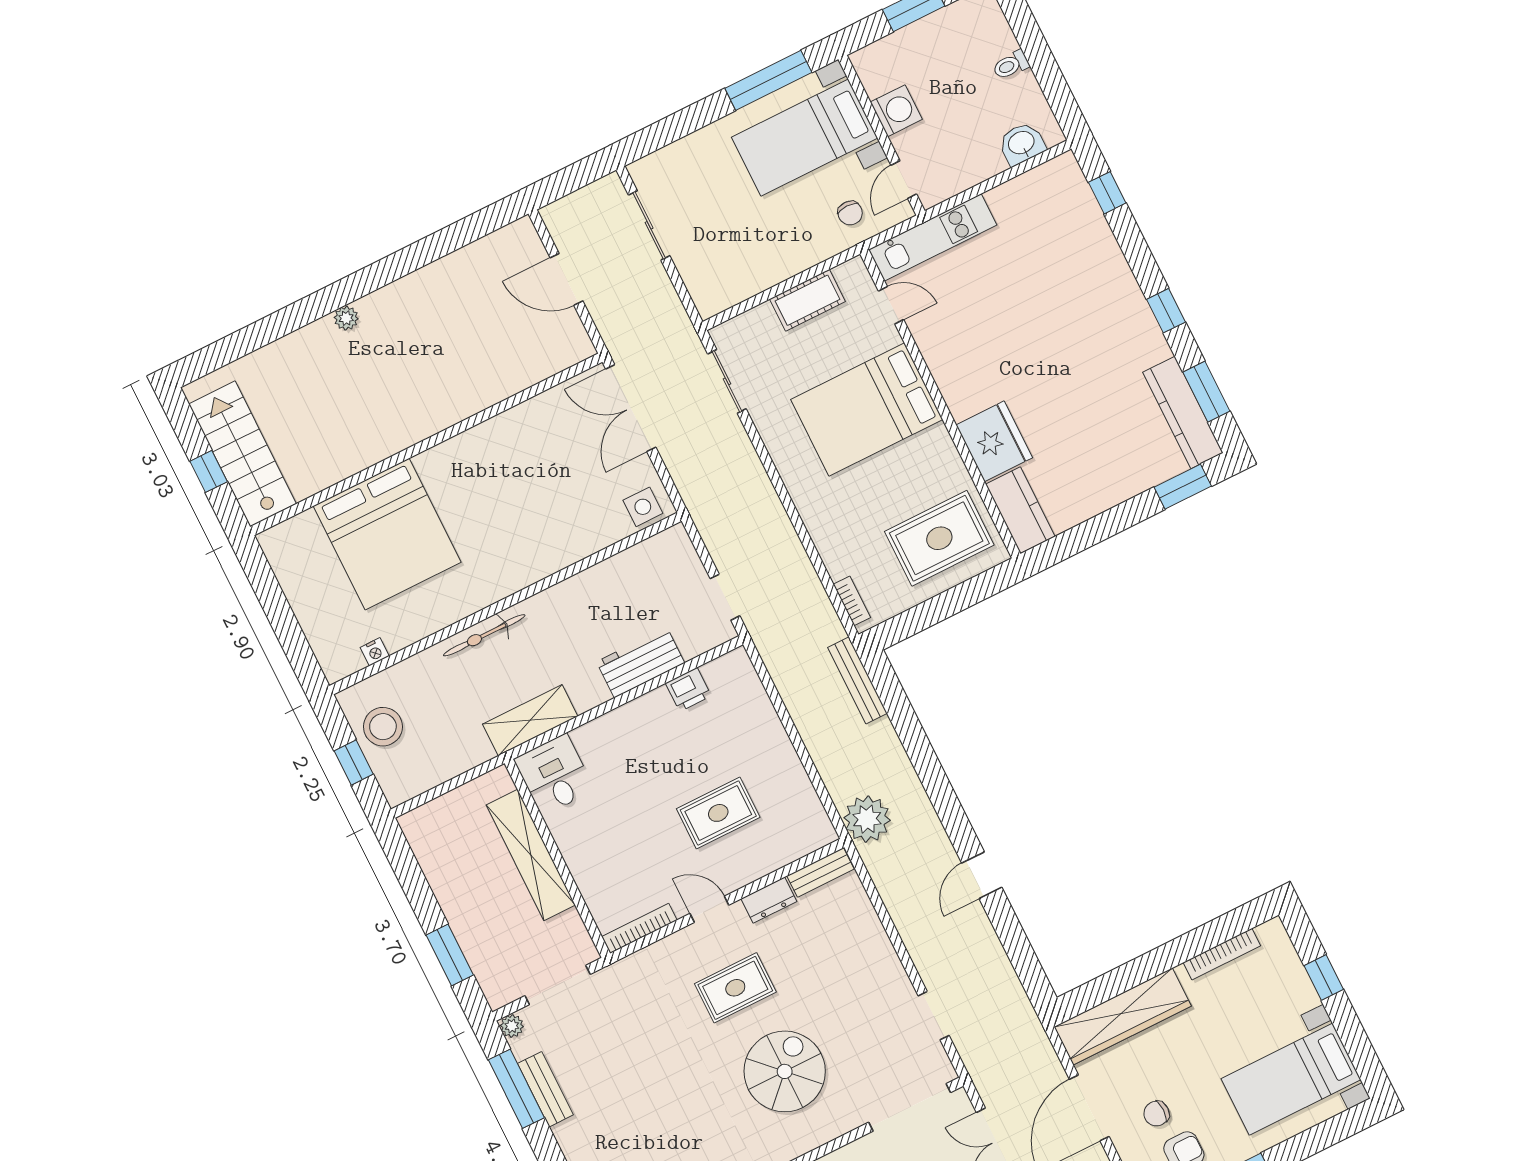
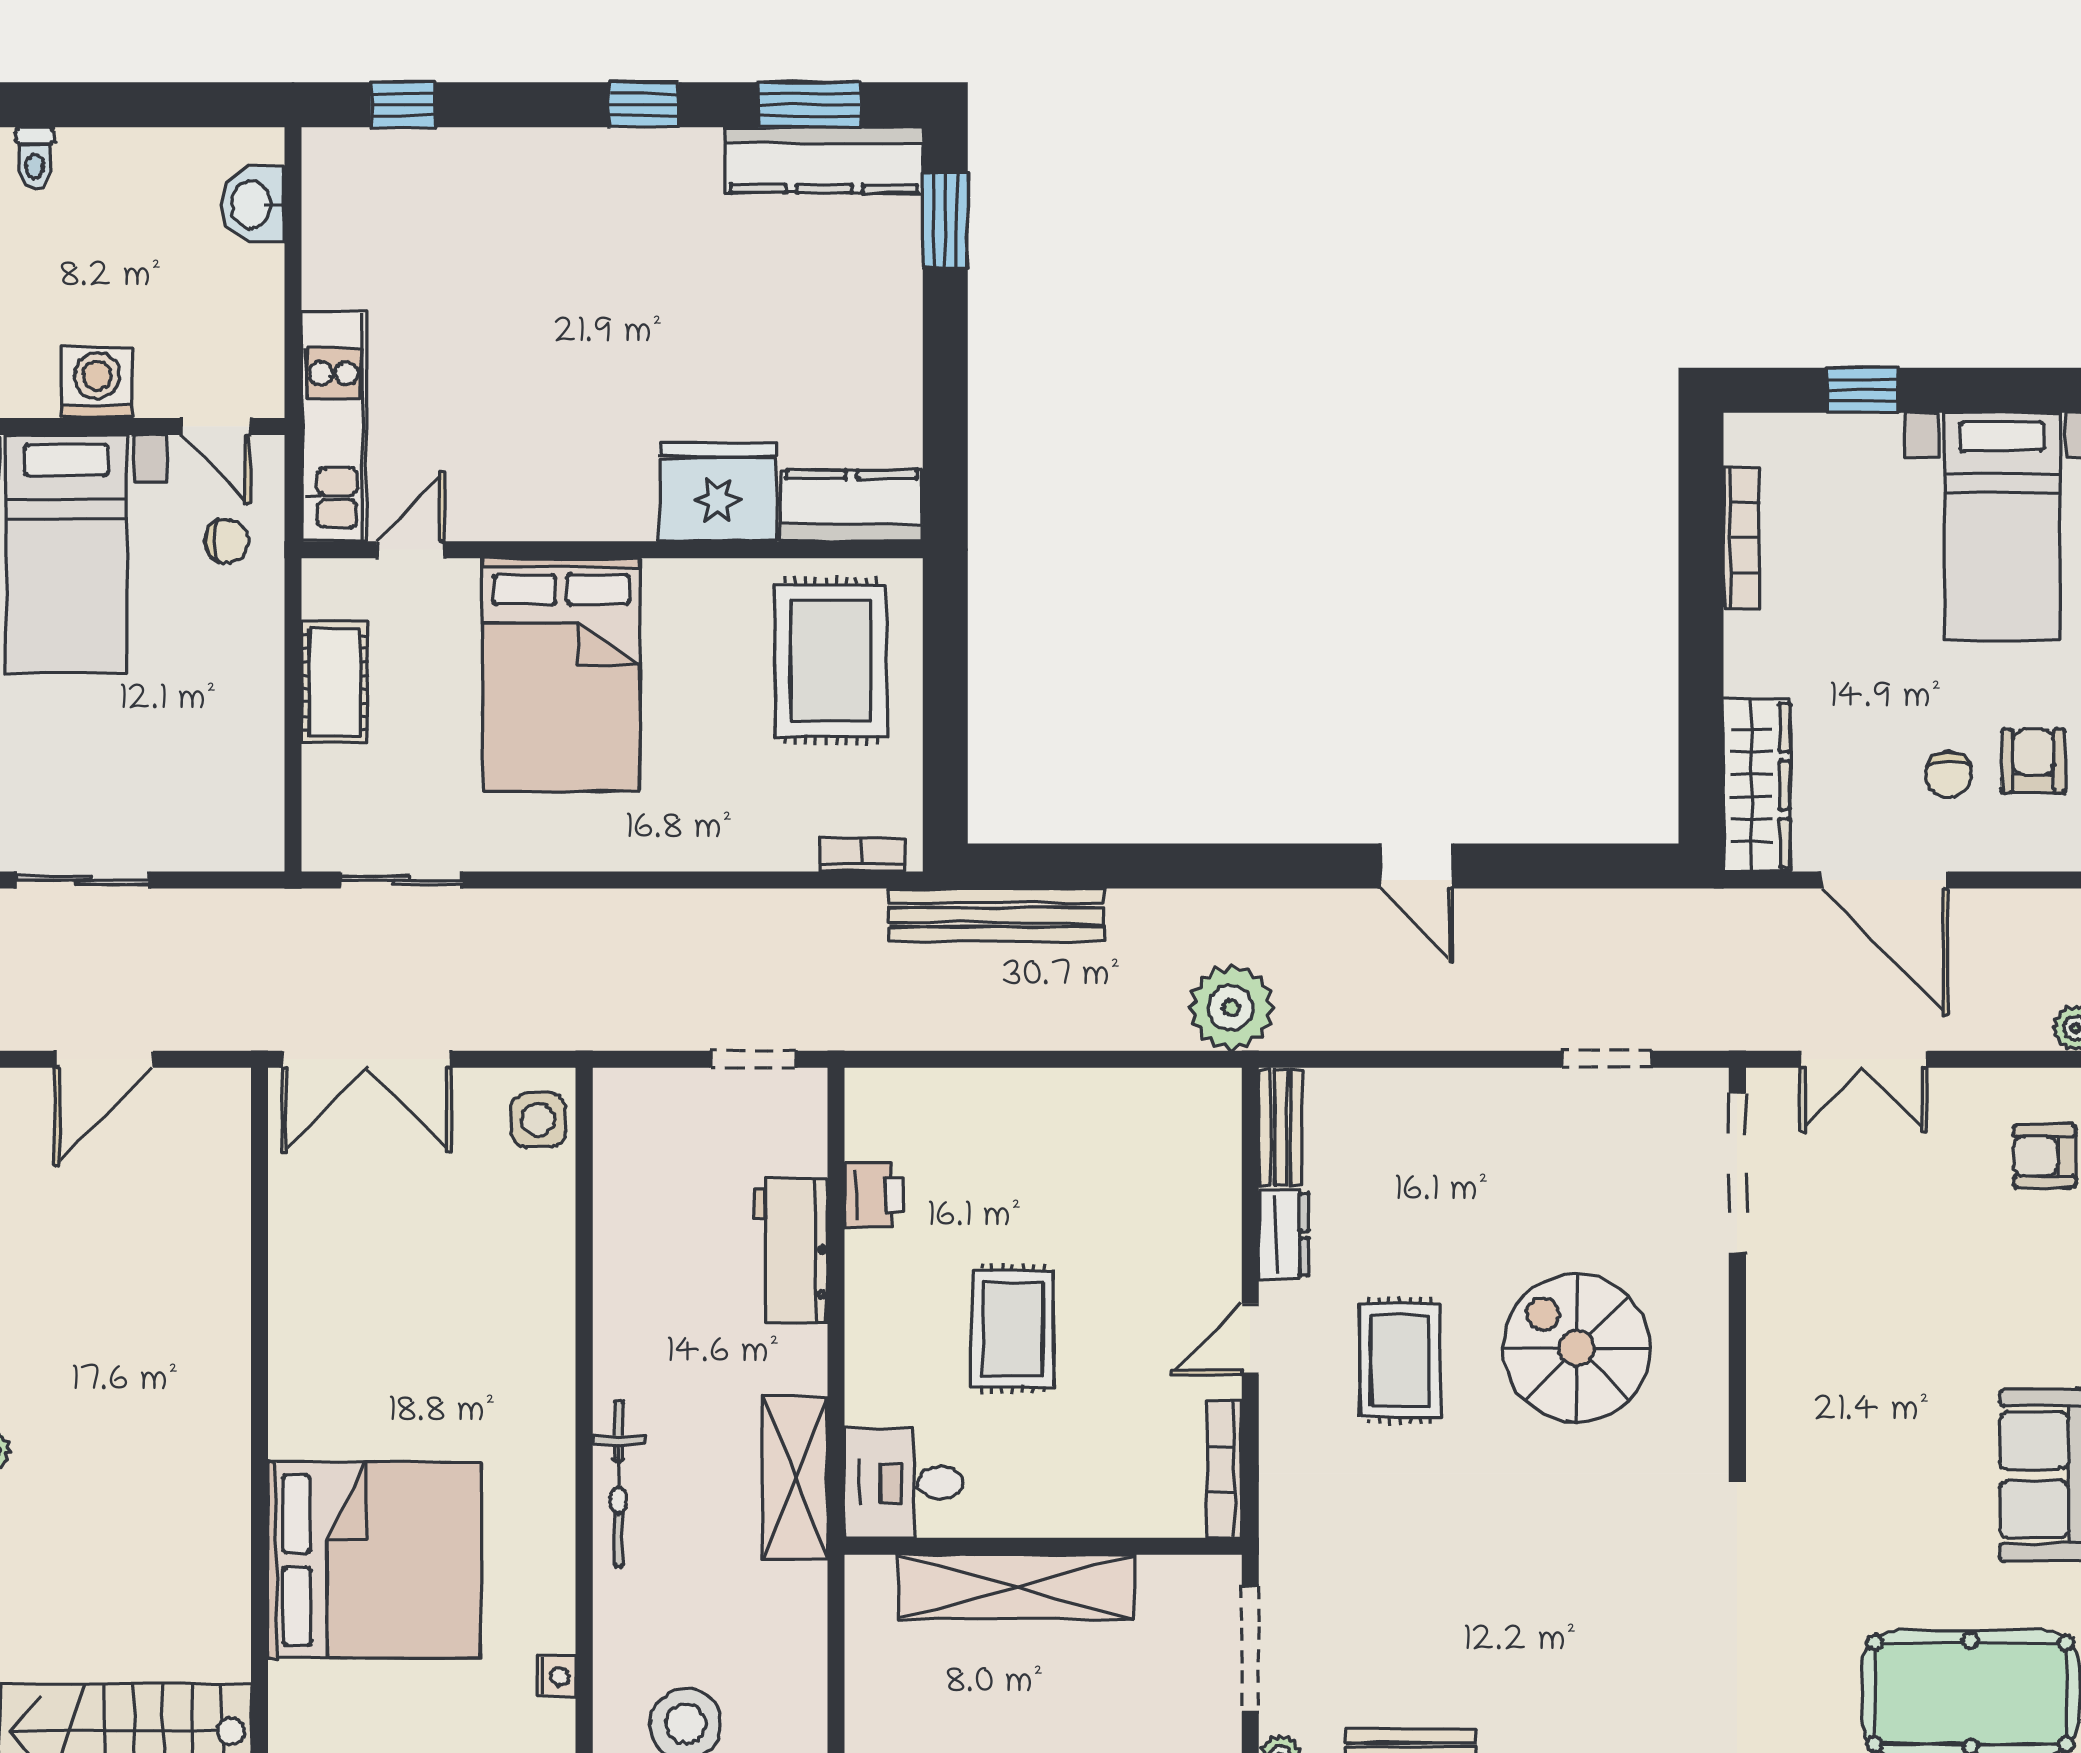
toilet: (1011, 65) -> (35, 158), moved
bench: (857, 680) -> (997, 915), width x1.37, depth x1.21
rug: (718, 813) -> (1013, 1329), moved
wardrobe: (1123, 1017) -> (1757, 785), width x0.71, depth x0.85

